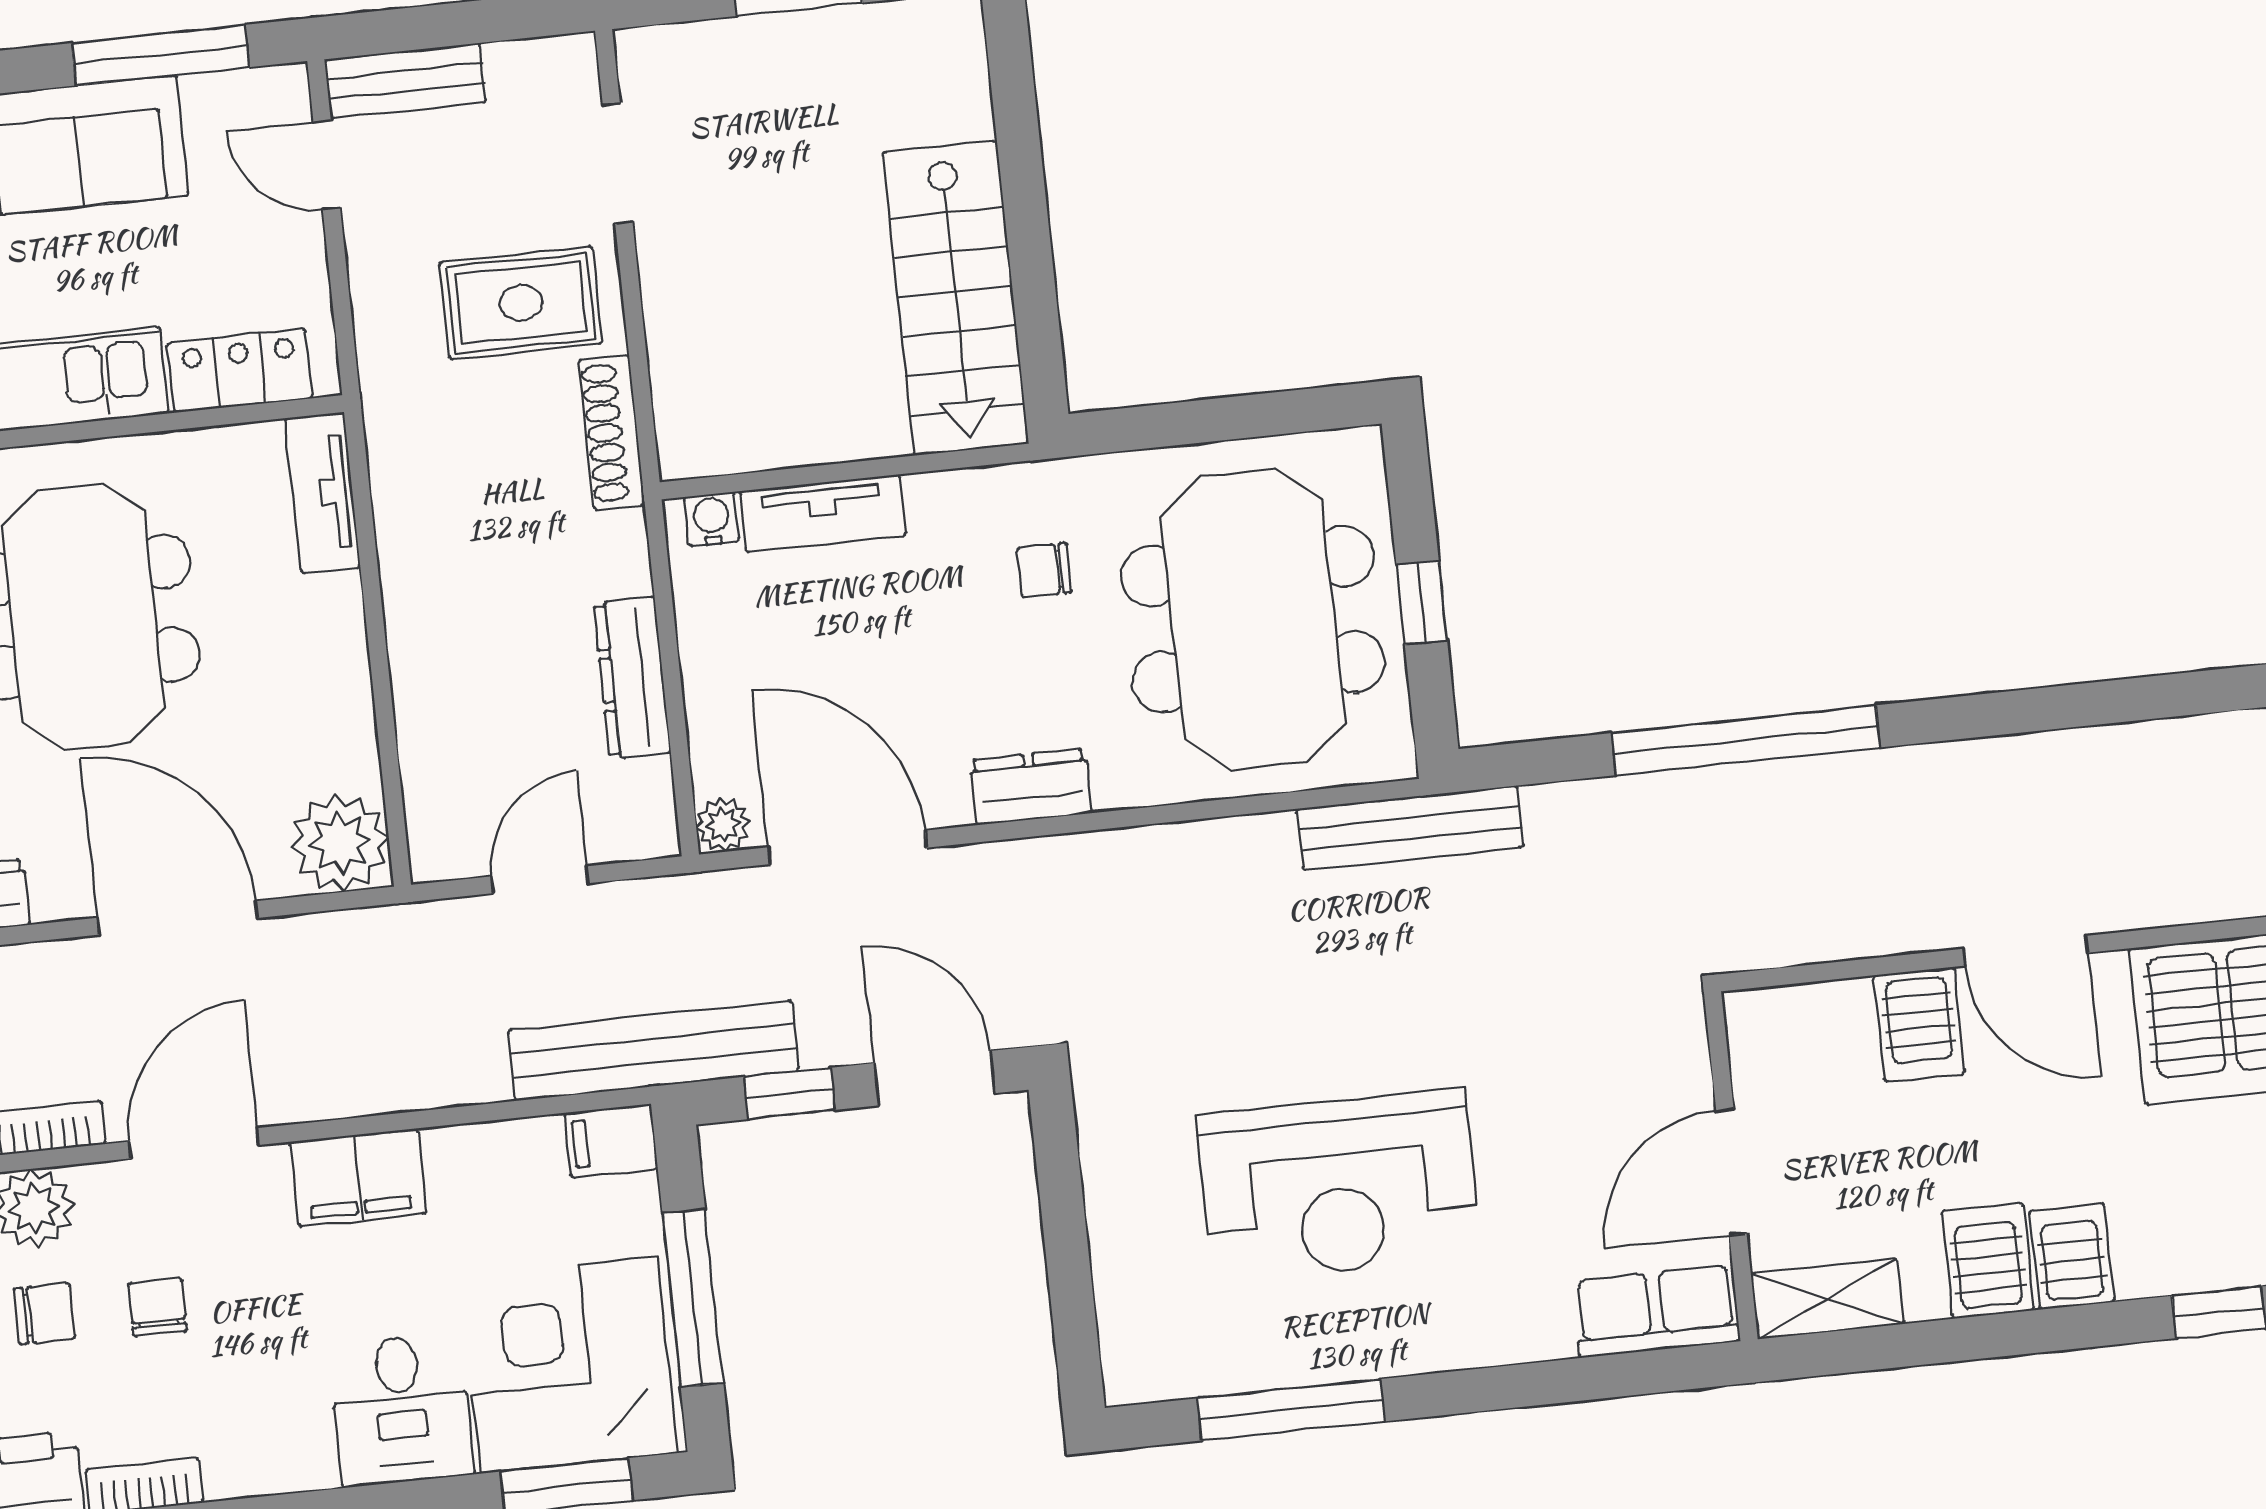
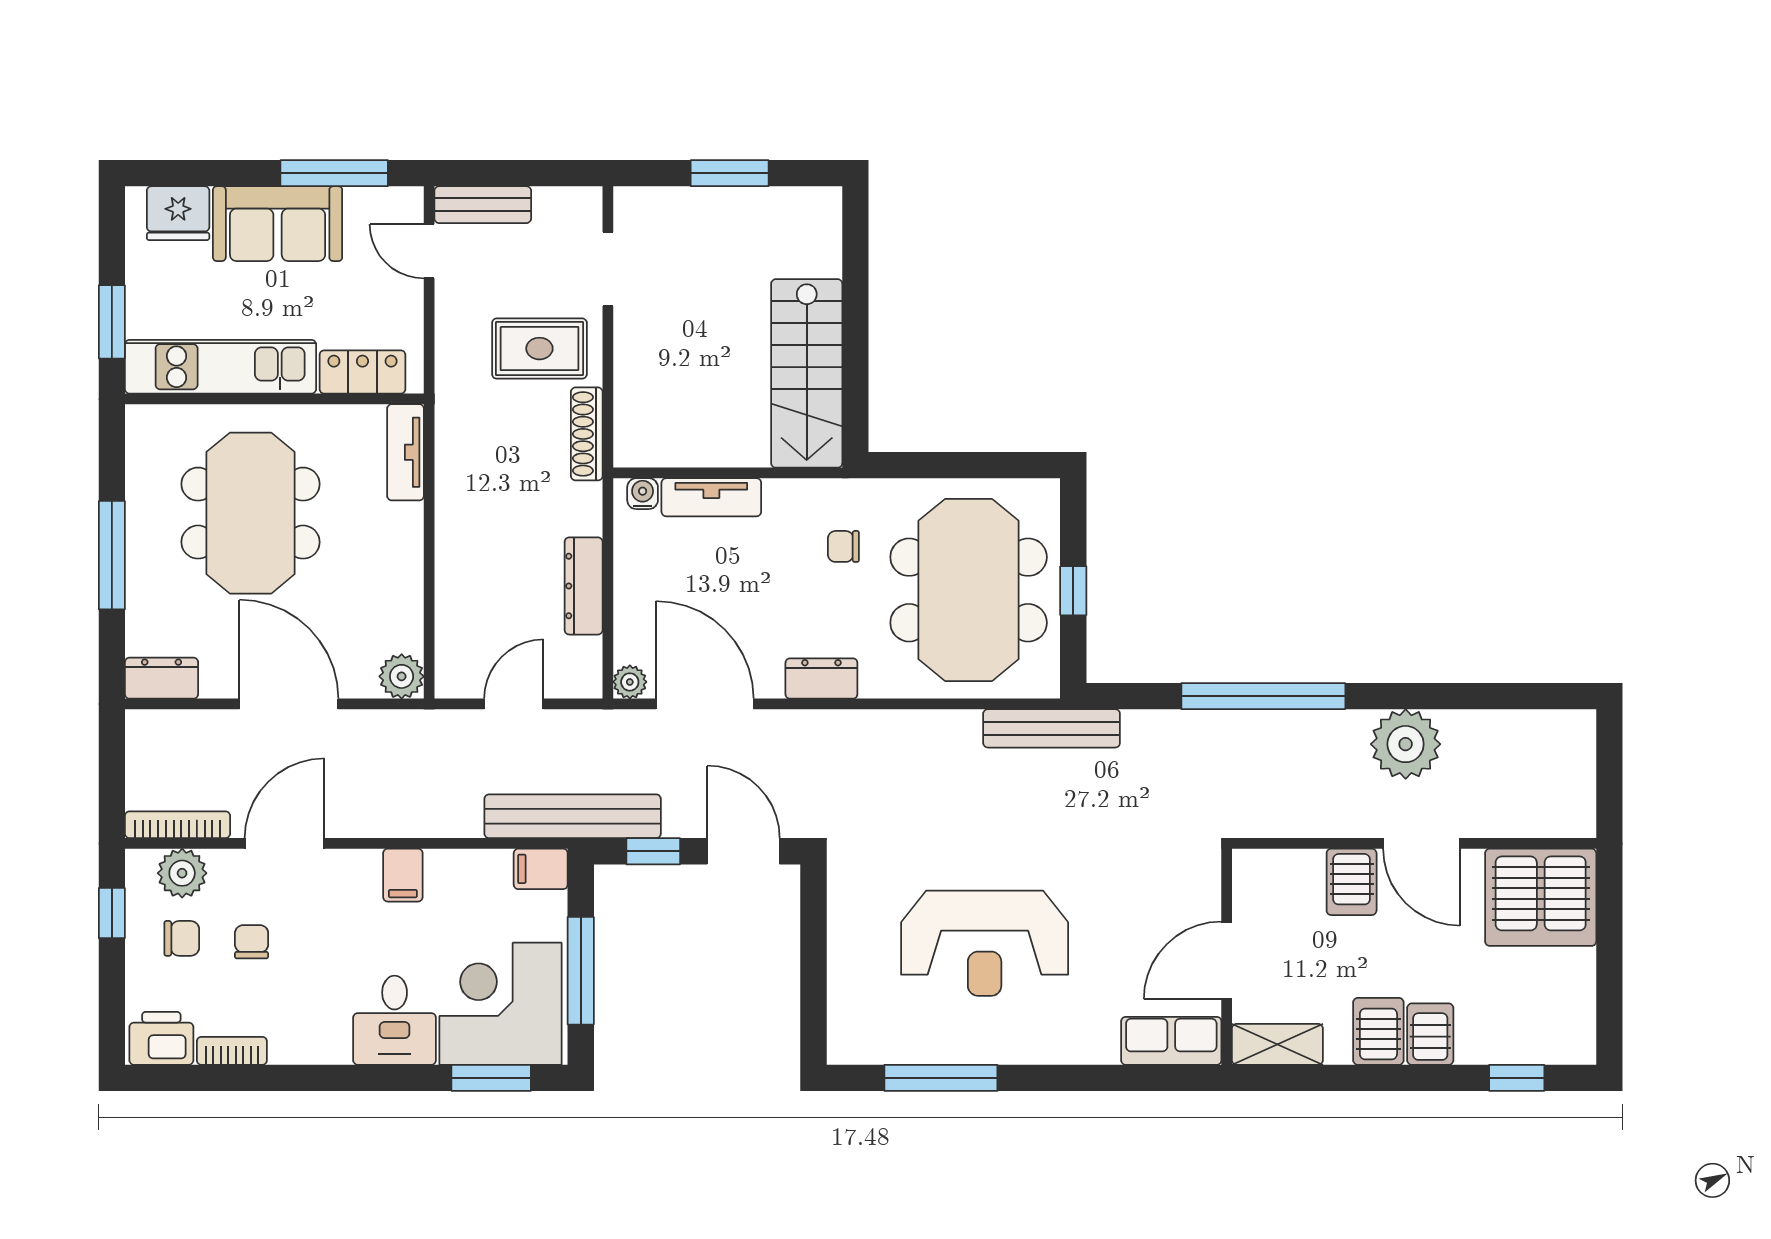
plant: (1983, 793) -> (1406, 744), added
plant: (340, 843) -> (402, 676), width x0.73, depth x0.73
filing cabinet: (358, 1178) -> (403, 875), width x0.50

